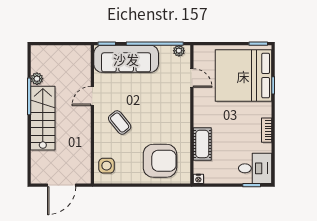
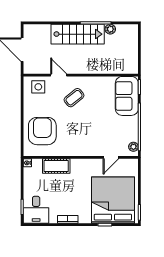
sofa: (126, 59) -> (127, 96), width x0.73
door: (92, 96) -> (59, 75), moved
armchair: (160, 161) -> (42, 131), turned 180

